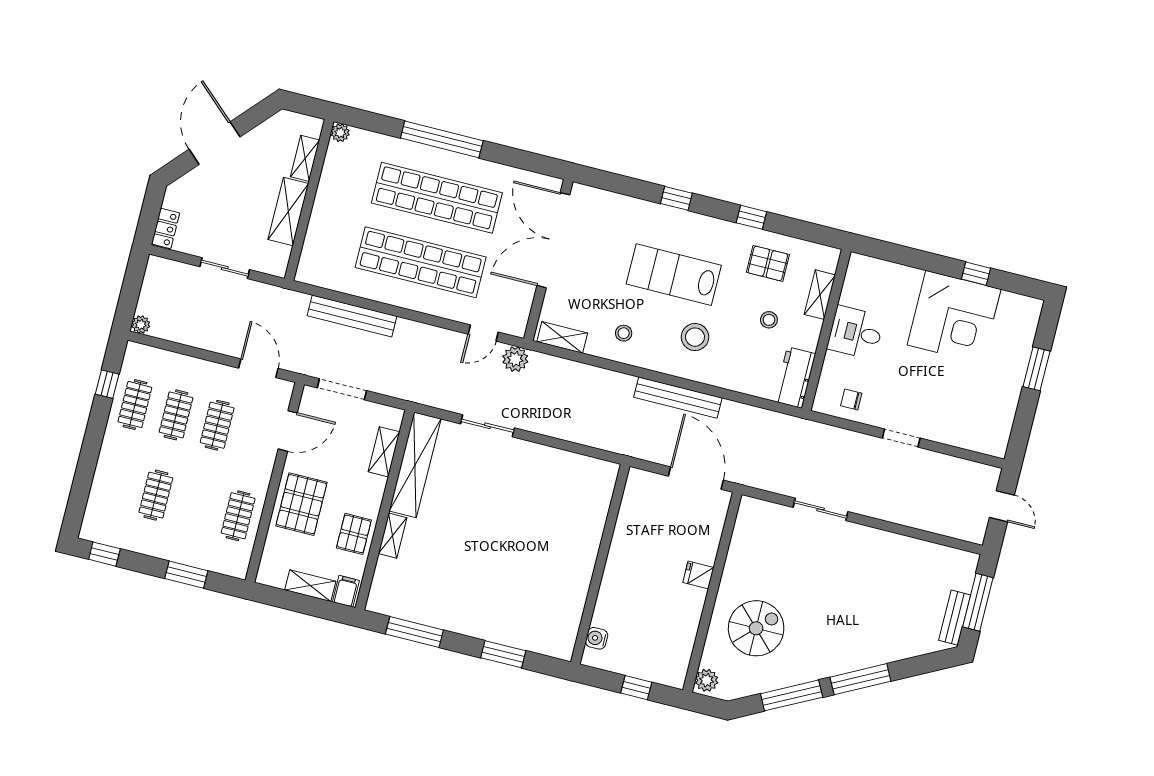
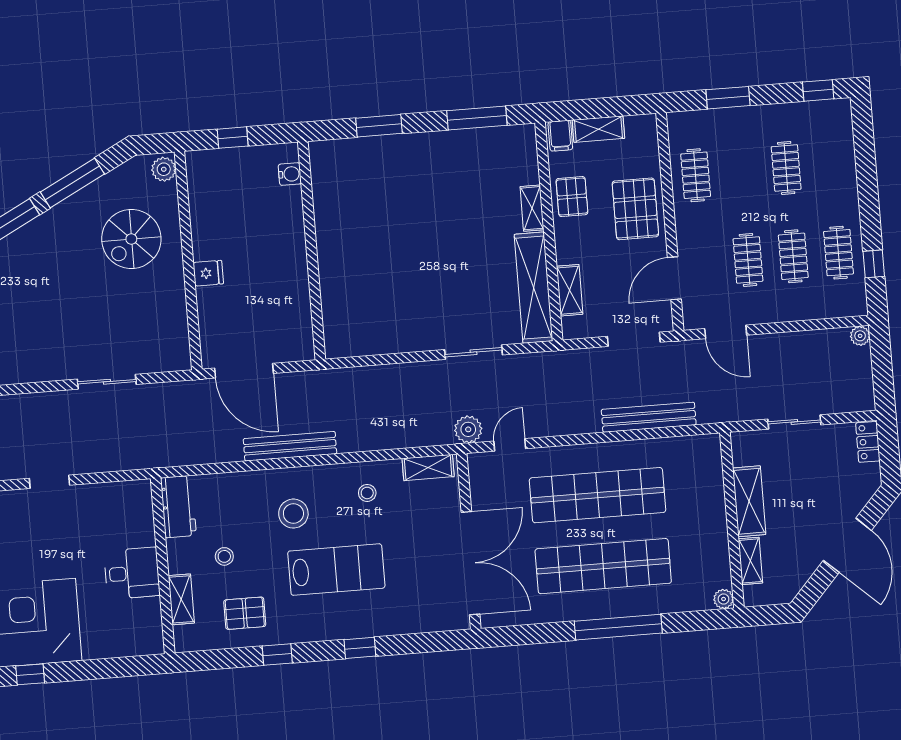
chair: (851, 399) -> (113, 504), removed

